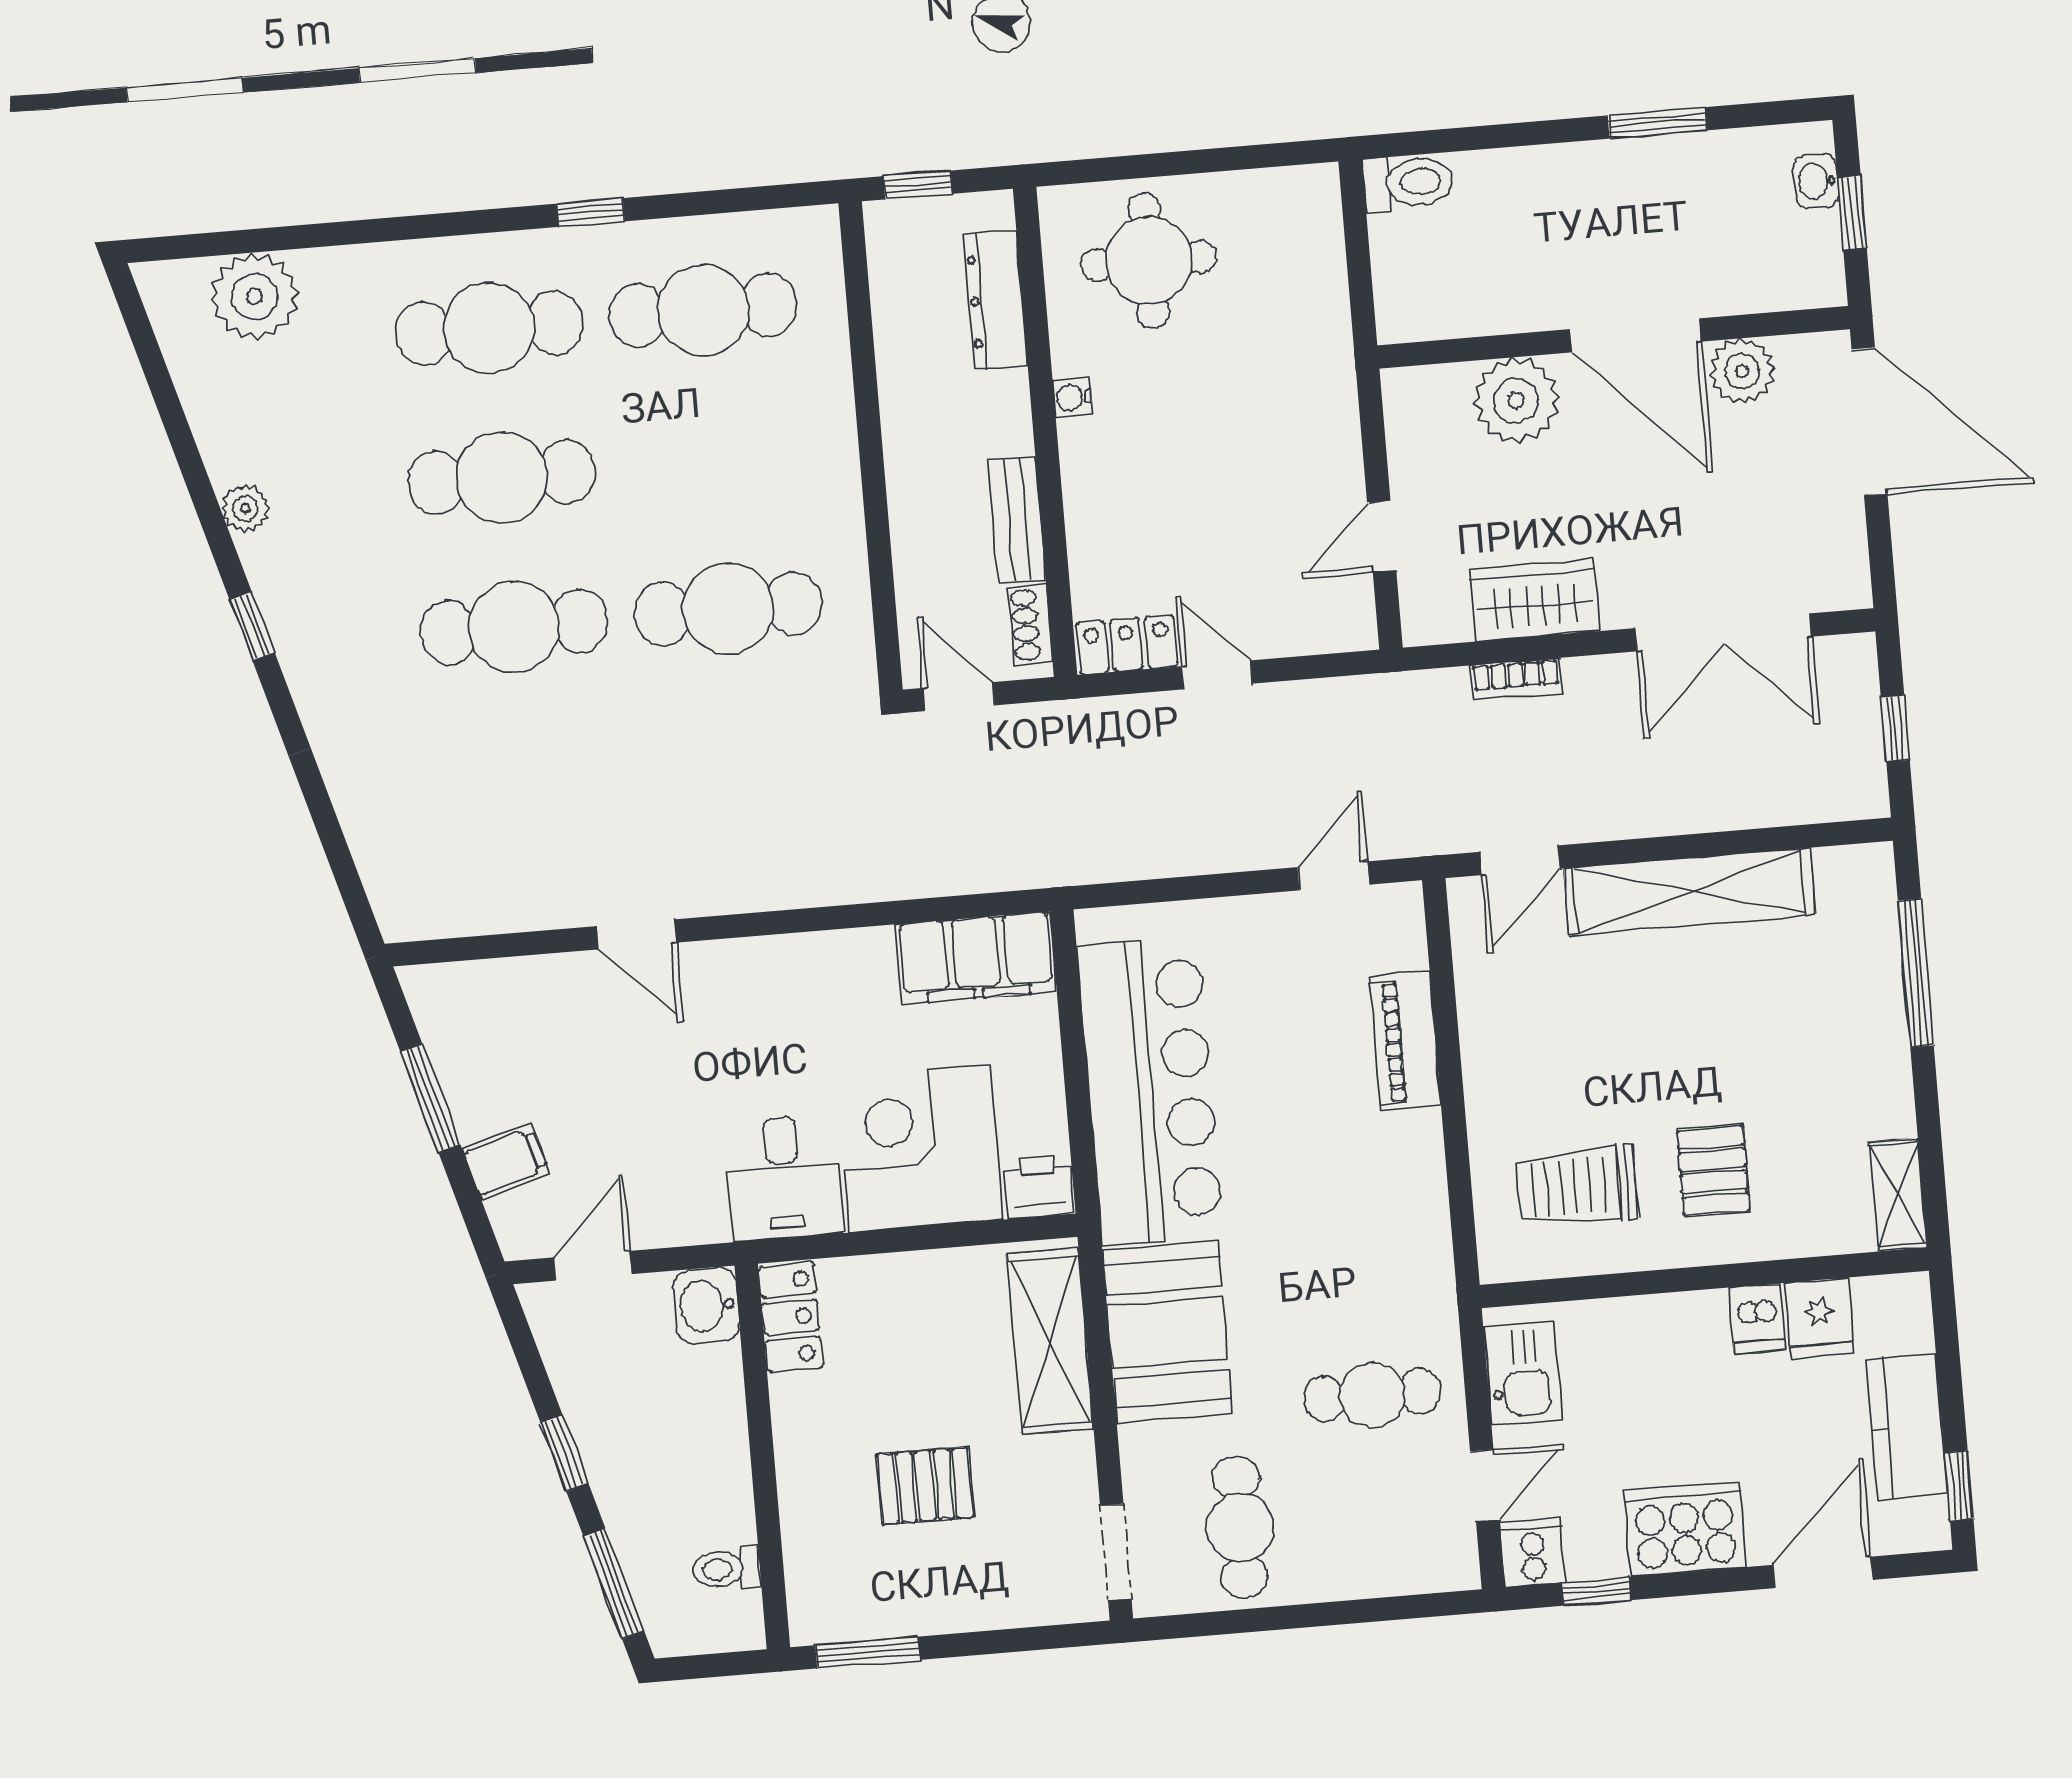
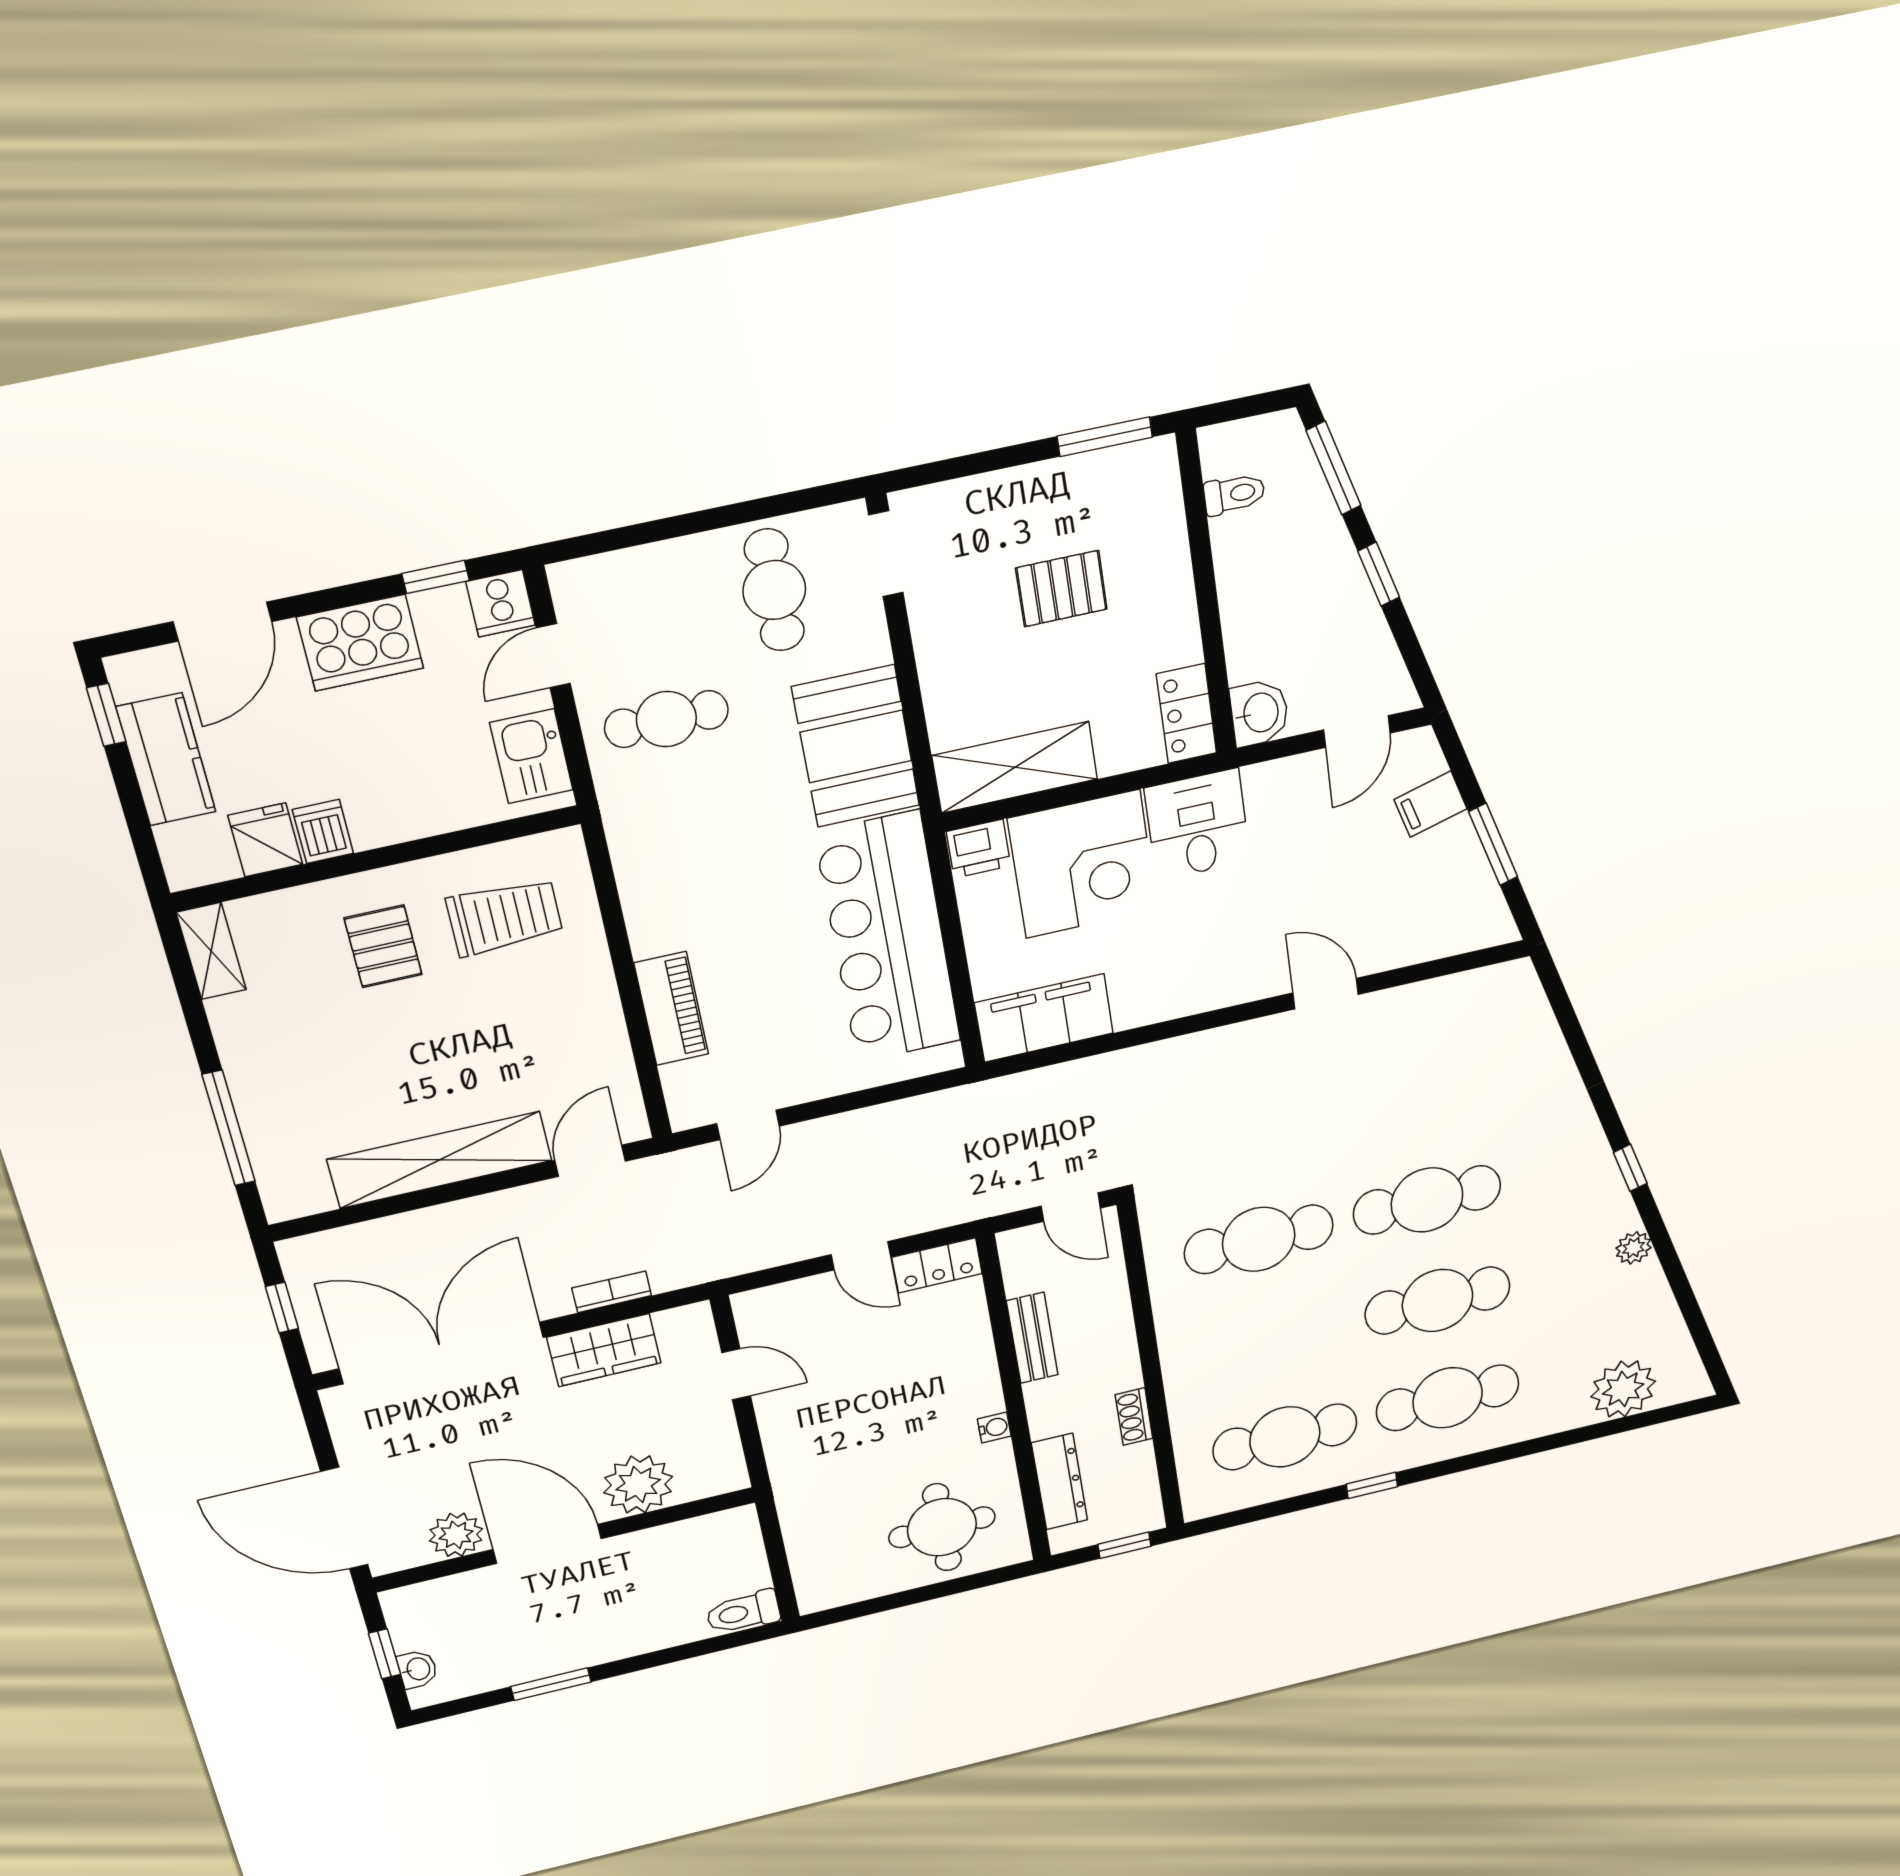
door: (1382, 536) -> (736, 1374), hinge flipped
shoe rack: (1030, 624) -> (1134, 1416), moved, turned 180
double door: (1723, 632) -> (442, 1353), width x1.36
shelving: (1050, 1342) -> (1015, 767), moved, turned 90

